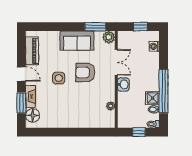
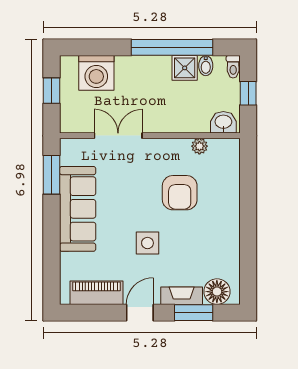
plant: (109, 37) -> (71, 149), removed
sofa: (77, 41) -> (78, 209), width x1.36
washing machine: (154, 46) -> (96, 73), width x1.89, depth x1.89
armchair: (85, 72) -> (180, 193), moved
washbasin: (123, 84) -> (223, 122), moved

